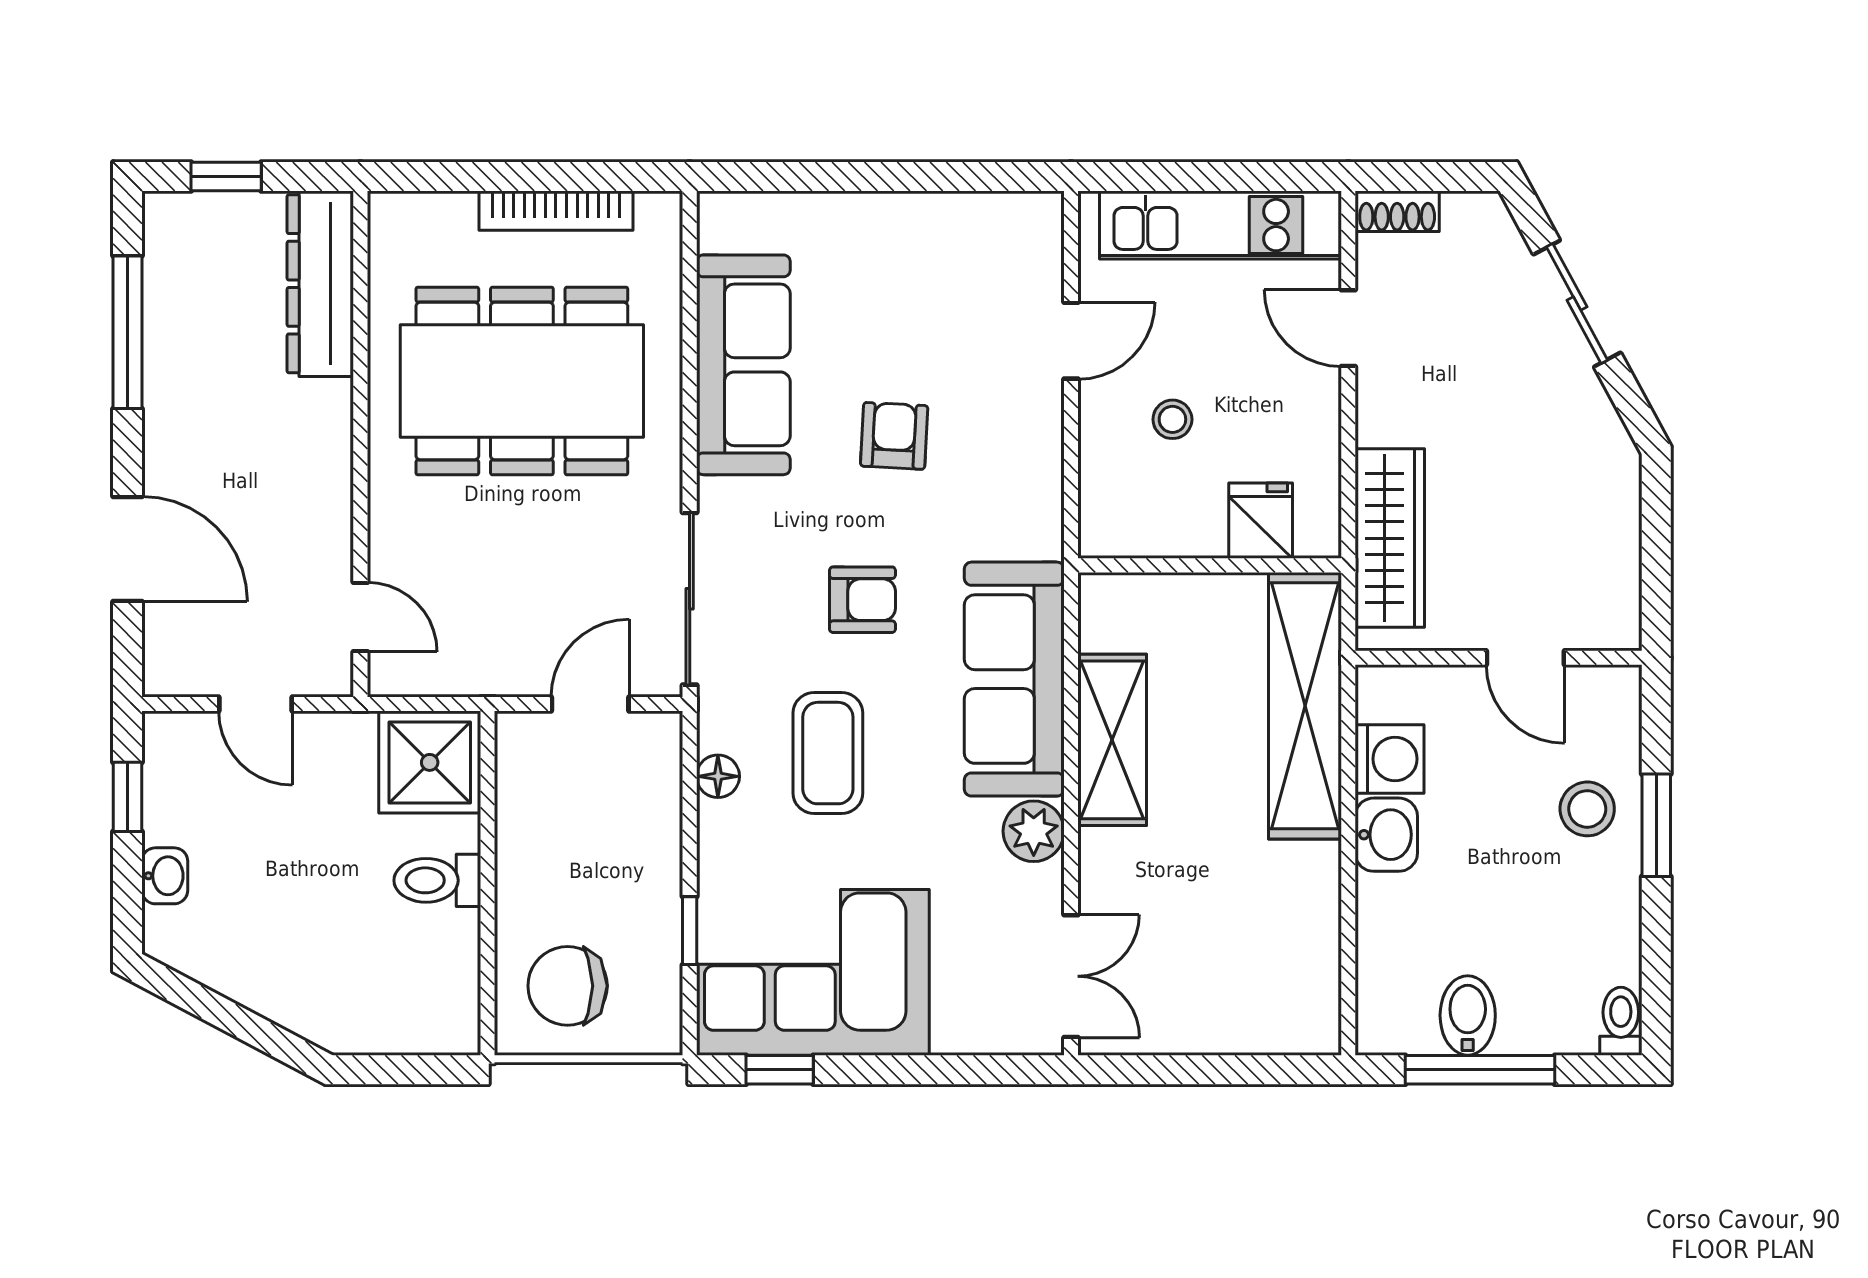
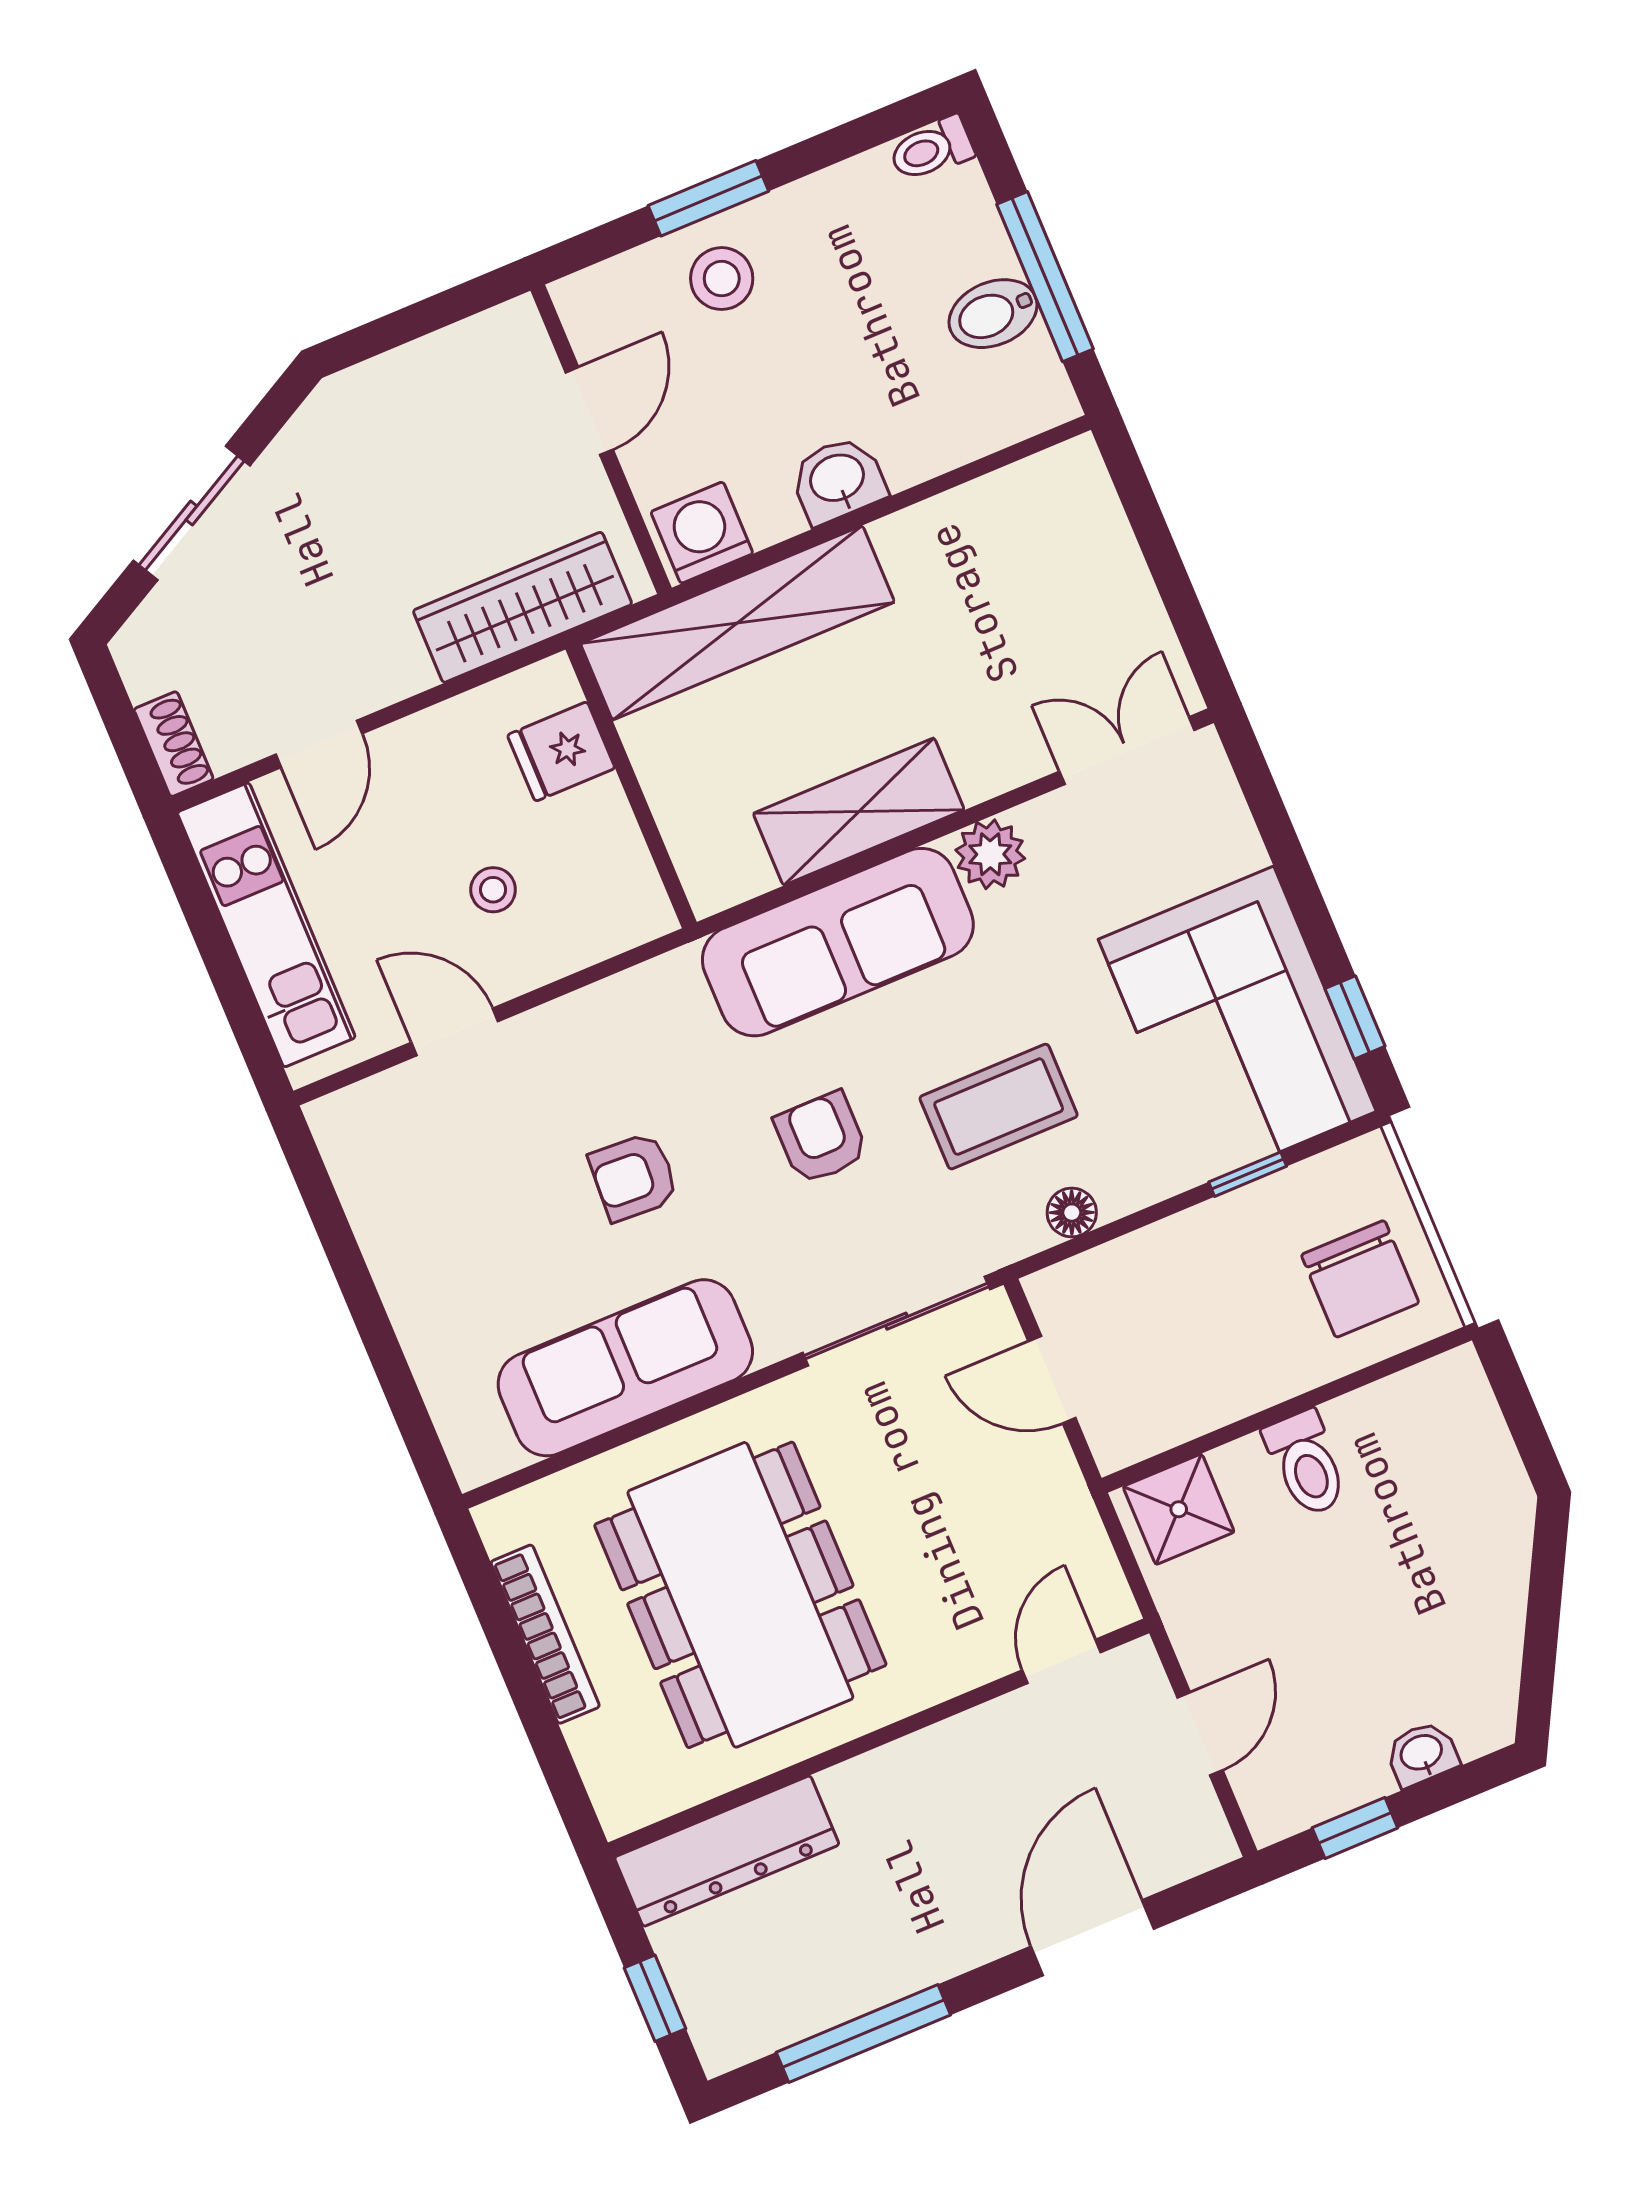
washing machine: (1389, 759) -> (702, 533), moved
shower: (430, 762) -> (1179, 1509), width x0.73, depth x0.73

